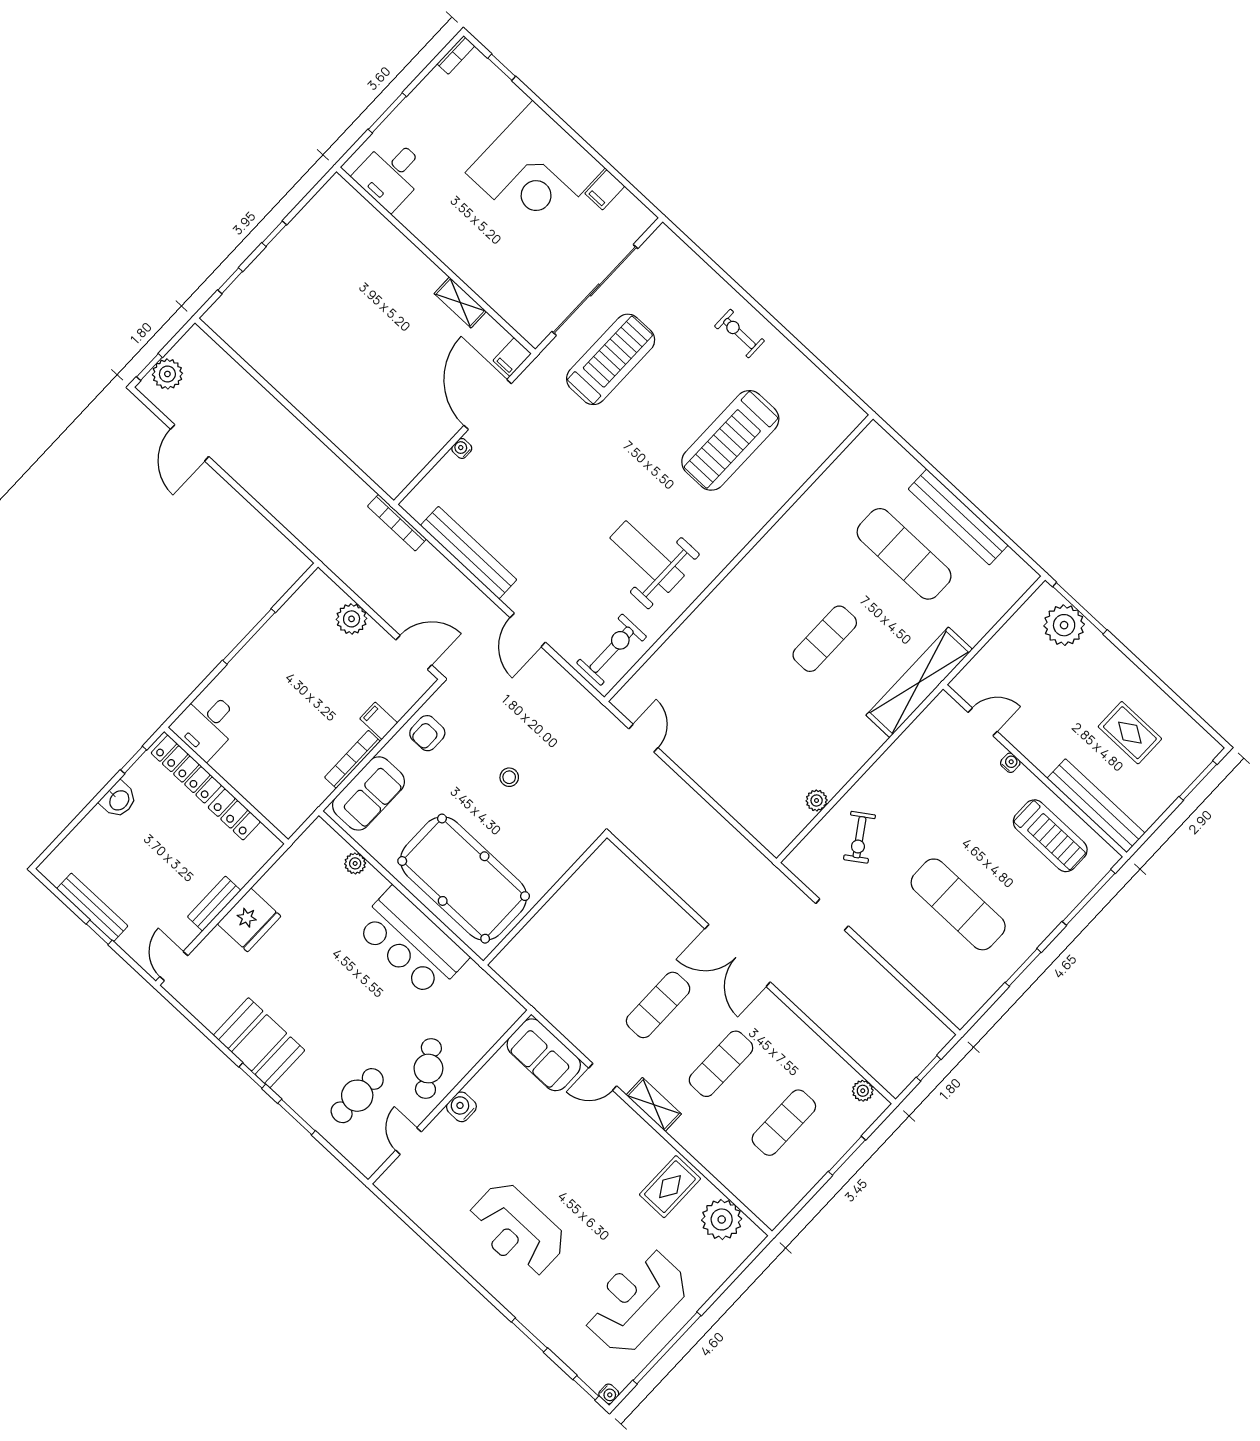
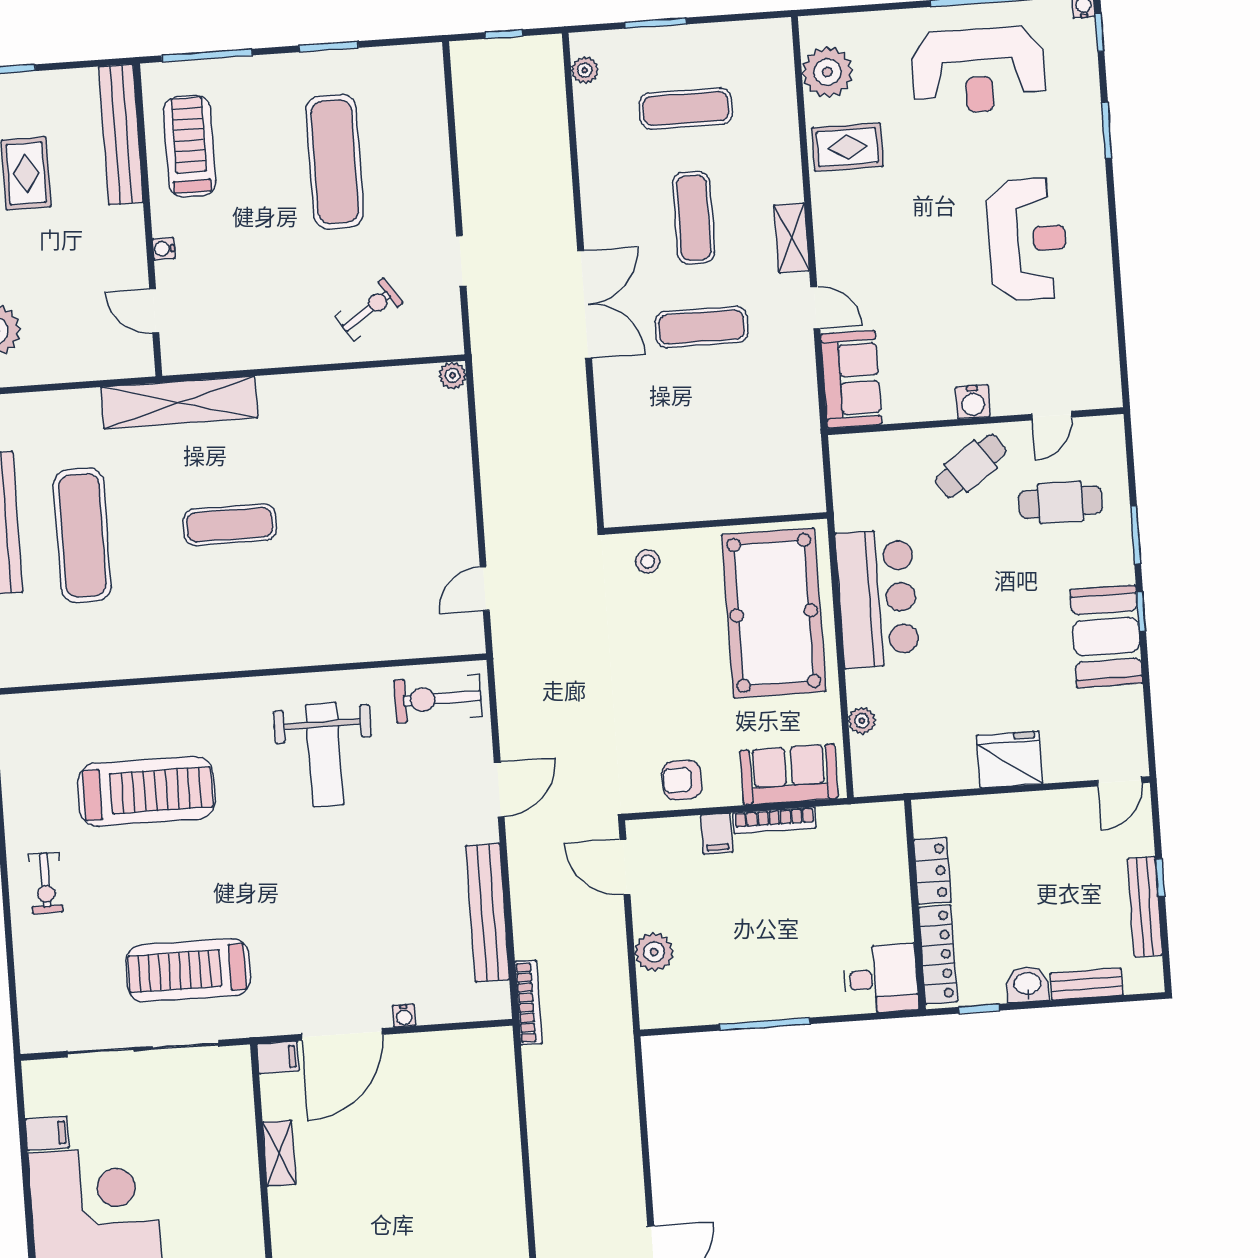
armchair: (427, 733) -> (682, 780), turned 180
stool: (509, 777) -> (648, 562), moved
plant: (817, 800) -> (452, 375), moved
bench: (214, 904) -> (1087, 984), moved
exercise mat: (721, 1064) -> (694, 218), turned 90

